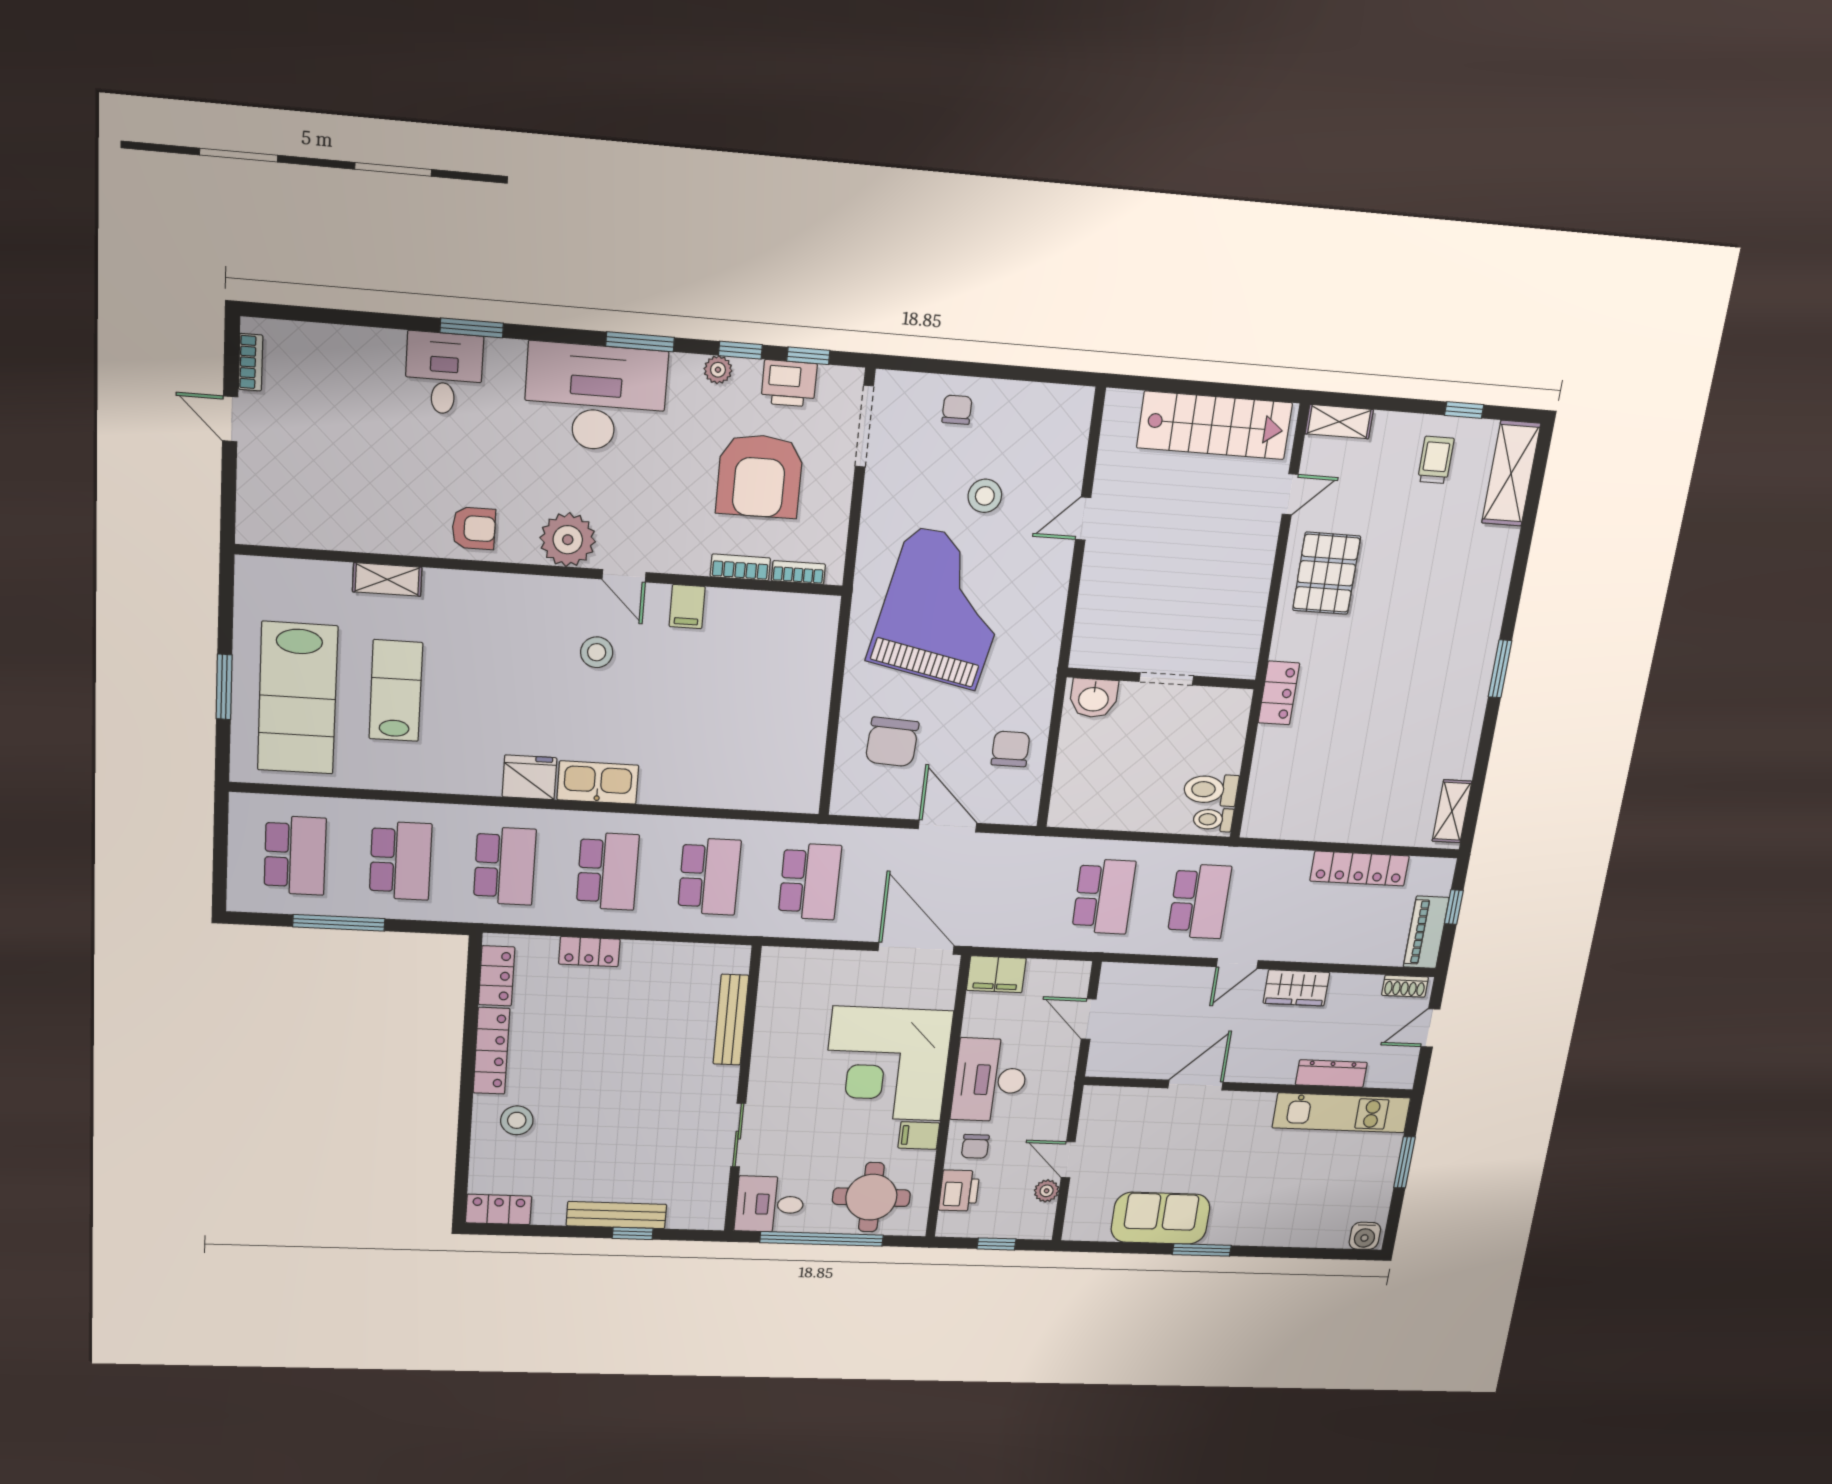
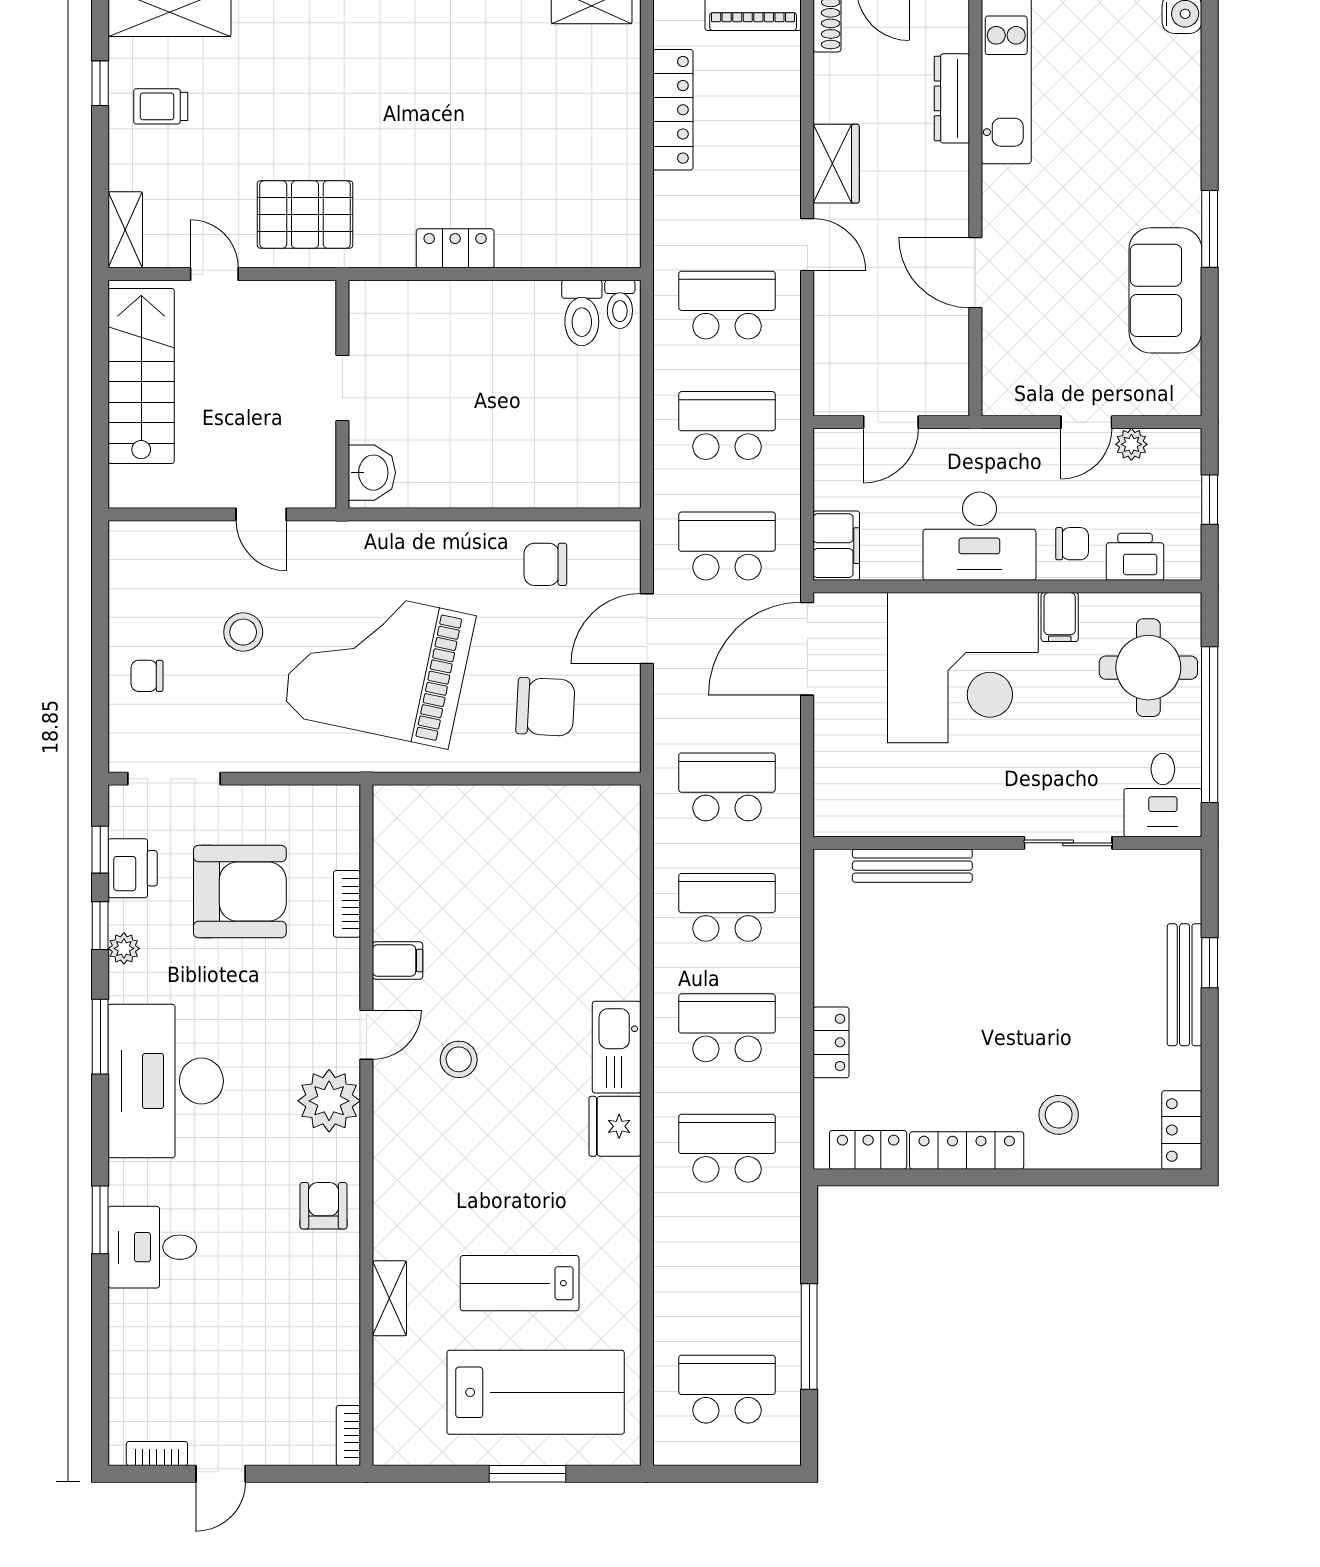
bookcase: (798, 572) -> (348, 1436), moved
wall: (1161, 679) -> (342, 394), moved
doorway: (1166, 679) -> (342, 388), moved
washbasin: (1094, 698) -> (372, 473), moved
school desk: (401, 861) -> (727, 546), moved

